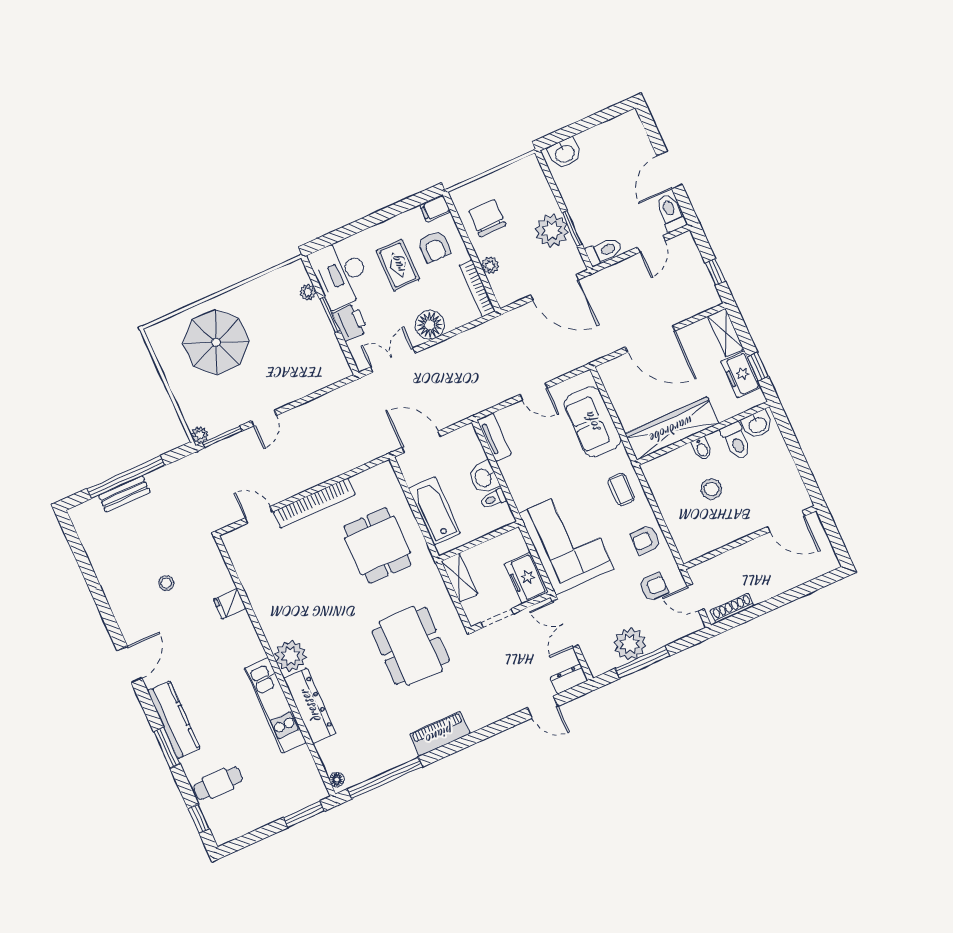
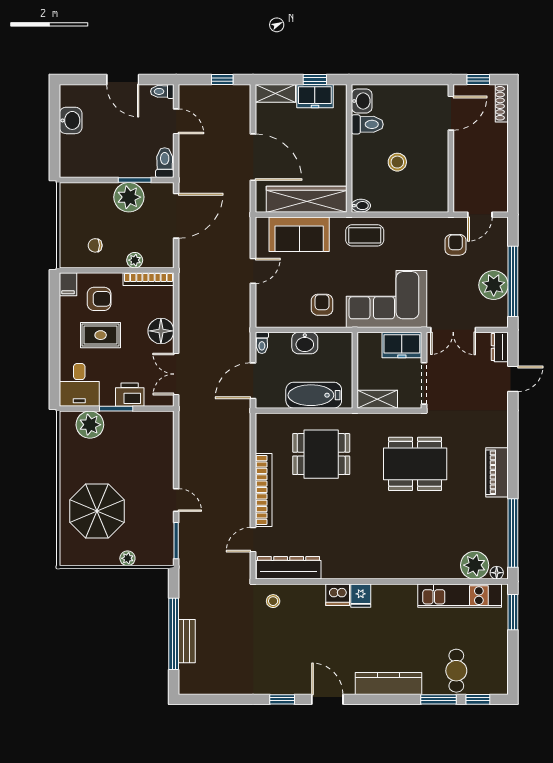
washbasin: (565, 153) -> (71, 120), moved
toilet: (671, 213) -> (162, 91), width x0.73, depth x0.72
chair: (487, 218) -> (95, 245), width x0.54, depth x0.54
desk: (341, 274) -> (79, 385), width x0.73
plant: (308, 292) -> (90, 425), width x1.87, depth x1.87
door: (650, 339) -> (253, 157), hinge flipped
wardrobe: (672, 429) -> (307, 199), moved, turned 90
plant: (200, 435) -> (127, 558), moved
tv unit: (494, 437) -> (276, 320), removed
bidet: (702, 449) -> (361, 206), moved
coffee table: (621, 489) -> (365, 235), width x1.36, depth x1.30
toilet: (493, 499) -> (262, 343), moved
window: (833, 534) -> (478, 80), added
armchair: (646, 540) -> (322, 305), moved, turned 180
stool: (166, 583) -> (273, 601), moved
fridge: (230, 604) -> (361, 596), moved
shoe rack: (732, 608) -> (502, 103), moved
window: (109, 618) -> (282, 699), added
doorway: (497, 618) -> (424, 383), width x1.38
dishwasher: (241, 627) -> (338, 595), added
plant: (290, 656) -> (475, 565), moved
window: (642, 662) -> (513, 281), width x1.46
kitchen unit: (275, 705) -> (460, 596), moved
dresser: (310, 706) -> (289, 568), moved
window: (167, 748) -> (438, 699), moved

